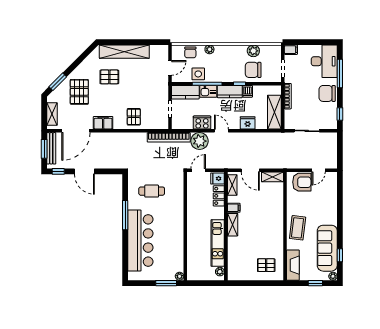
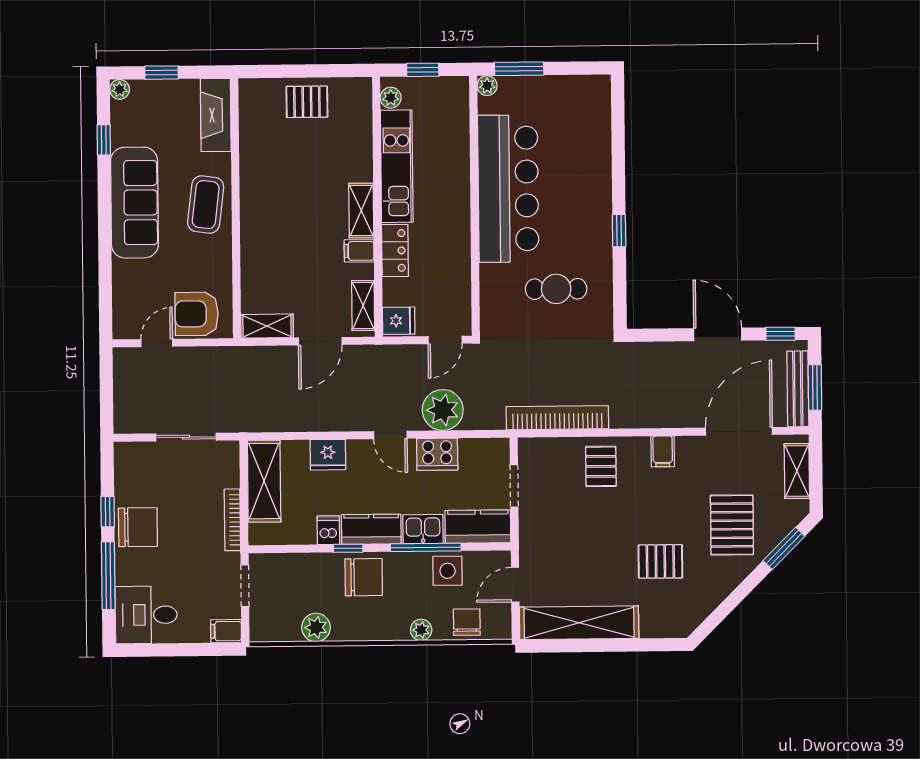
shelving: (124, 52) -> (579, 623), moved
desk: (324, 61) -> (146, 615), width x0.73
chair: (253, 70) -> (364, 577), moved
window: (340, 114) -> (108, 512), moved
filing cabinet: (103, 123) -> (663, 451), width x0.50
bookcase: (169, 137) -> (557, 418), moved
door: (250, 170) -> (320, 341), swing flipped
locker: (219, 196) -> (395, 250), moved
window: (125, 215) -> (619, 231), width x0.46
bar counter: (140, 241) -> (508, 189), moved, turned 180
sofa: (327, 248) -> (135, 203), moved
pallet: (266, 265) -> (307, 102), moved
window: (206, 283) -> (423, 70), added

